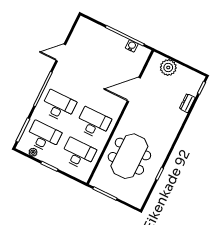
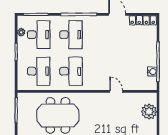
locker: (78, 31) -> (143, 20), added
door: (134, 89) -> (116, 91), width x0.53

